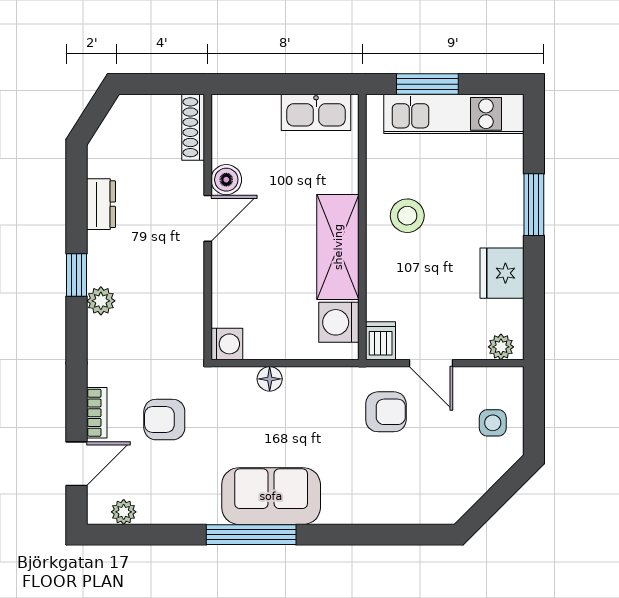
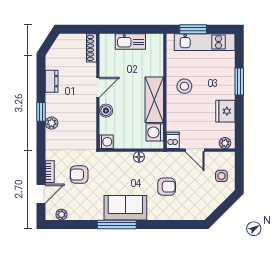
kitchen sink: (316, 112) -> (130, 41), moved
boiler: (226, 180) -> (106, 111), moved
floor lamp: (270, 379) -> (139, 157), moved
armchair: (386, 412) -> (167, 187), moved

